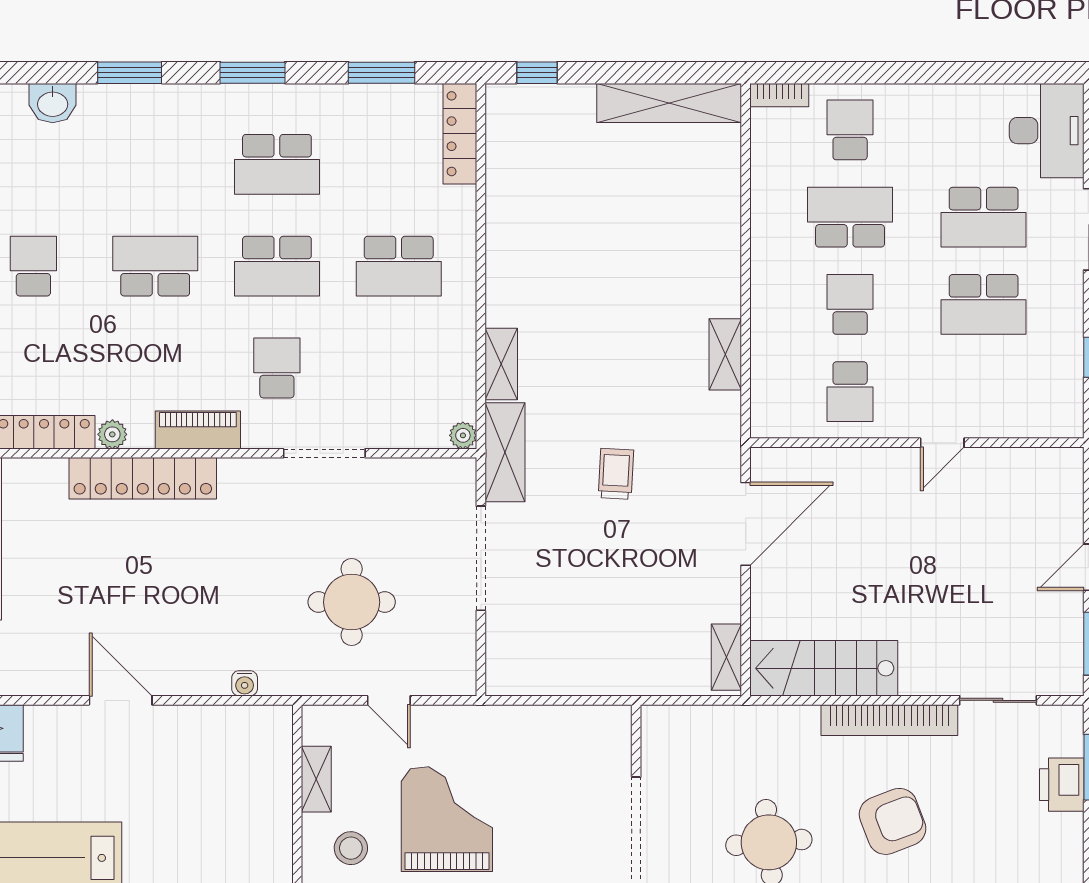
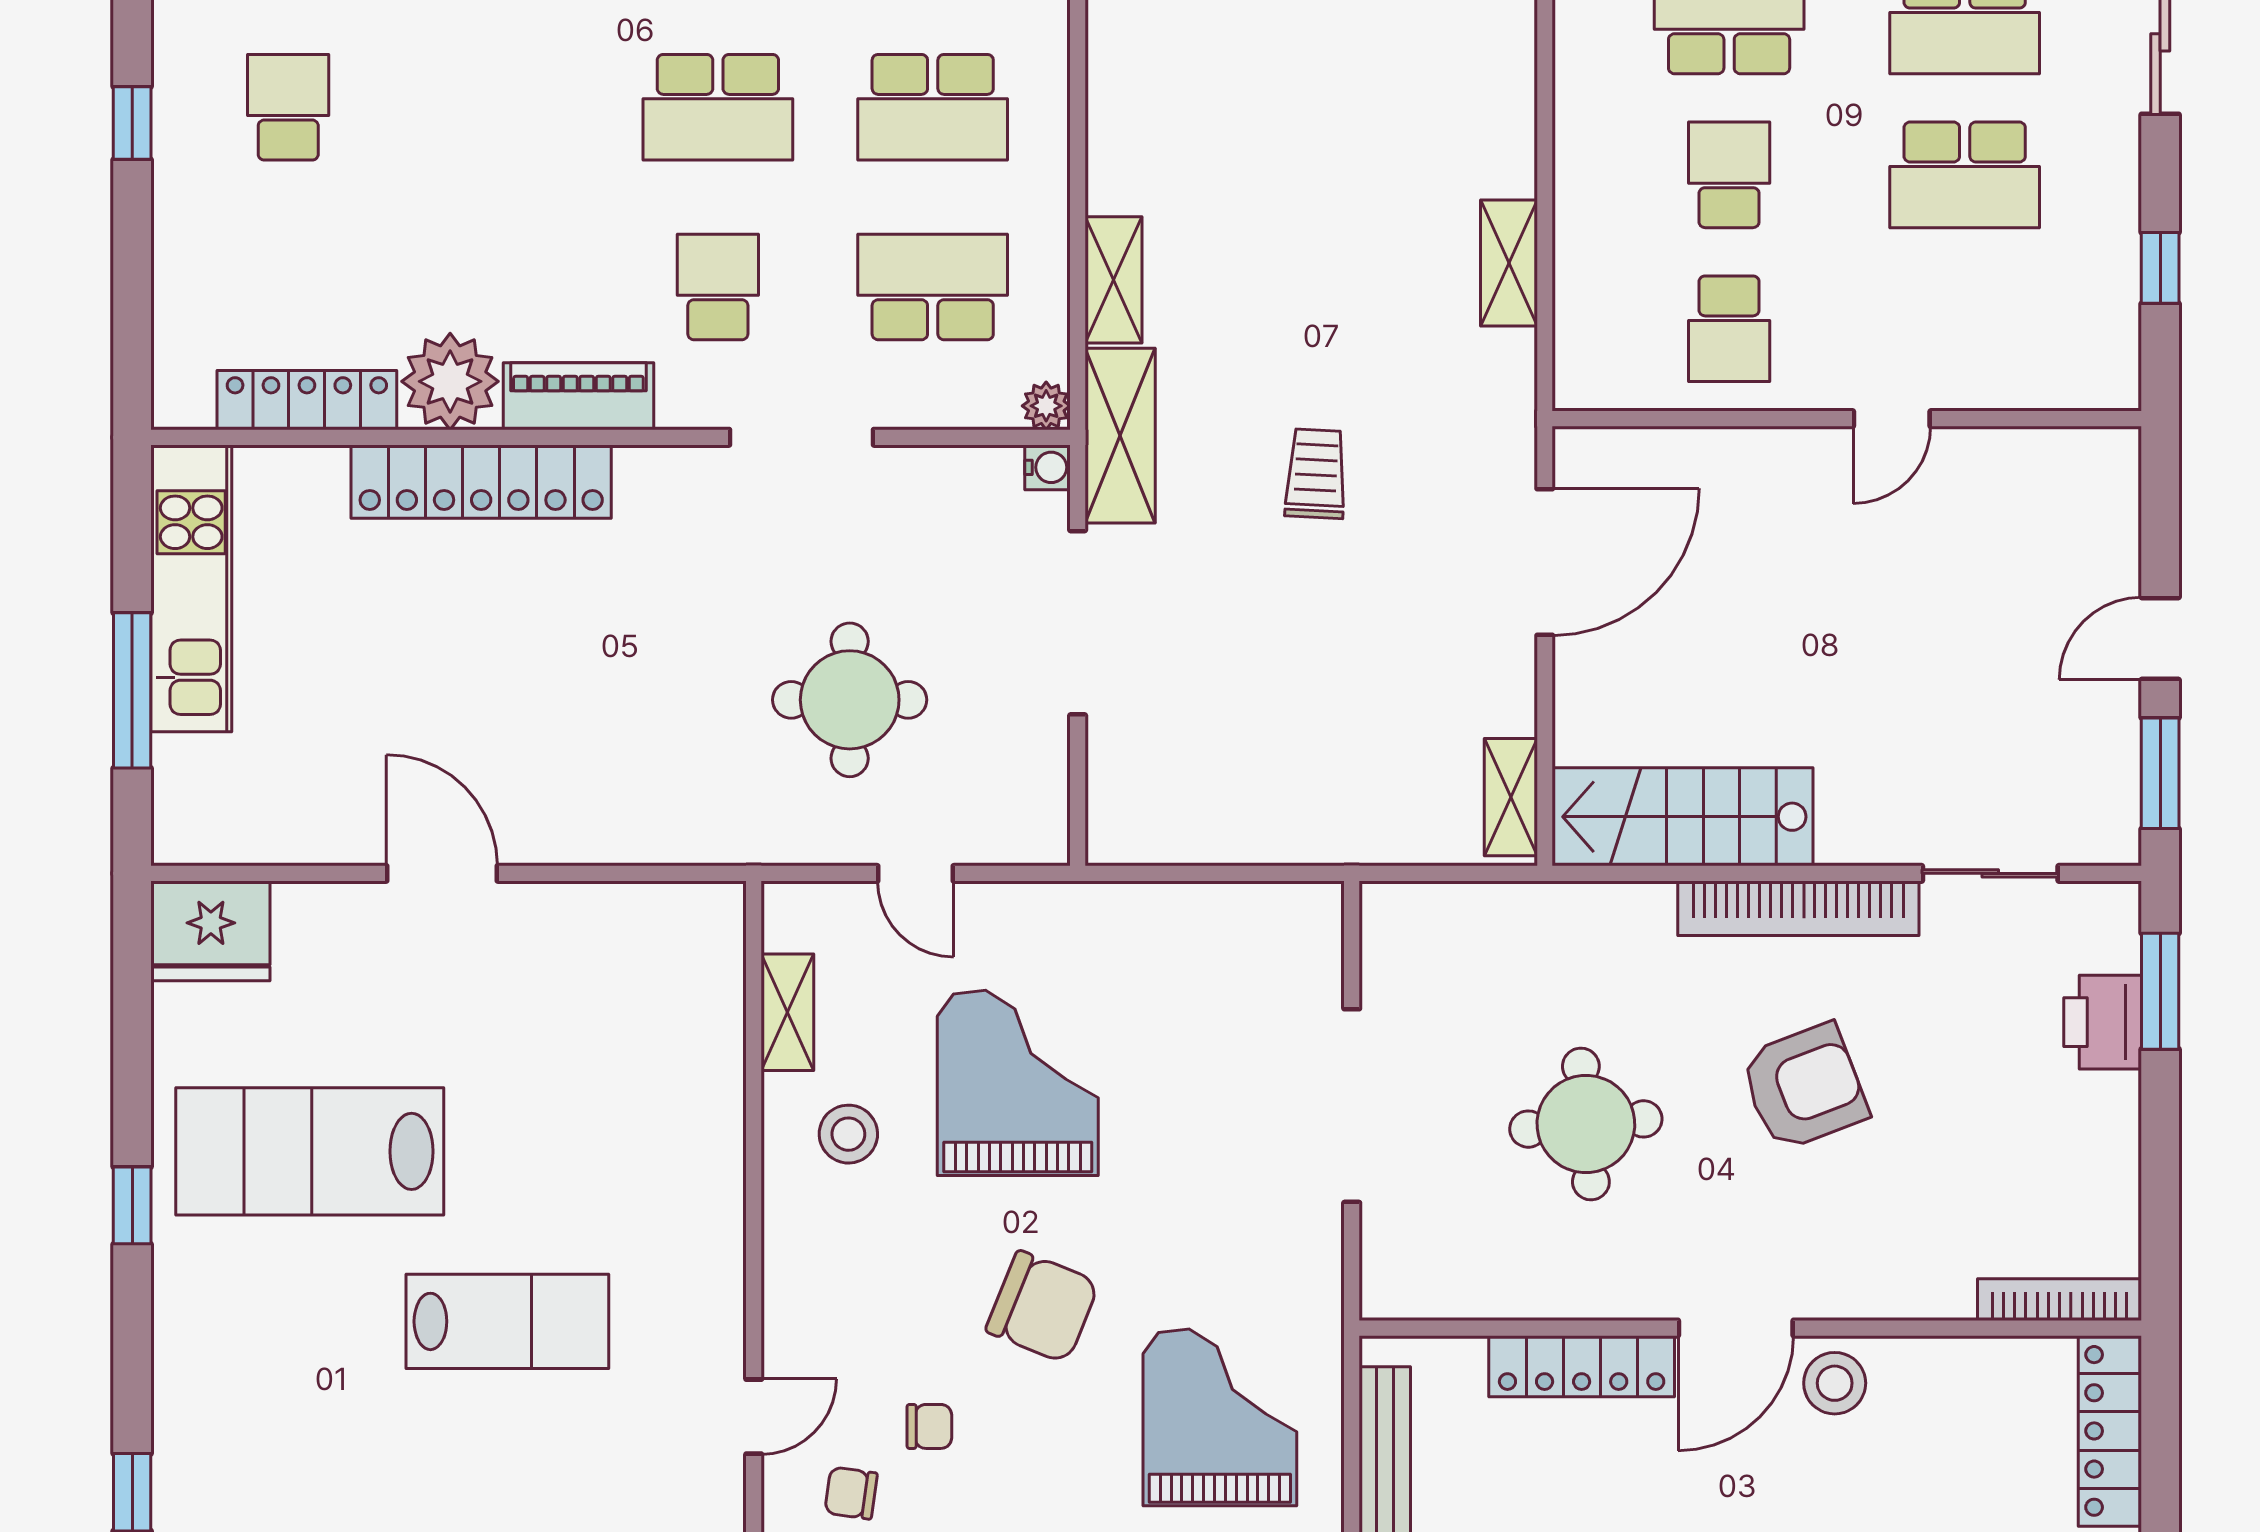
school desk: (155, 266) -> (933, 287), moved
plant: (112, 434) -> (450, 381), width x1.88, depth x1.88
water cooler: (245, 683) -> (1048, 467), moved, turned -90

